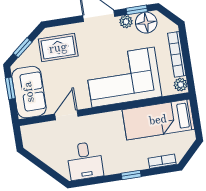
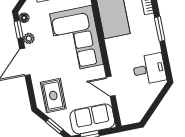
floor lamp: (146, 23) -> (24, 18), width x0.53, depth x0.53
window: (131, 175) -> (160, 29), width x1.50

